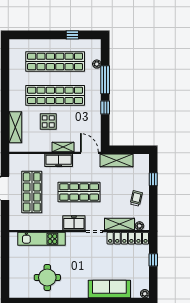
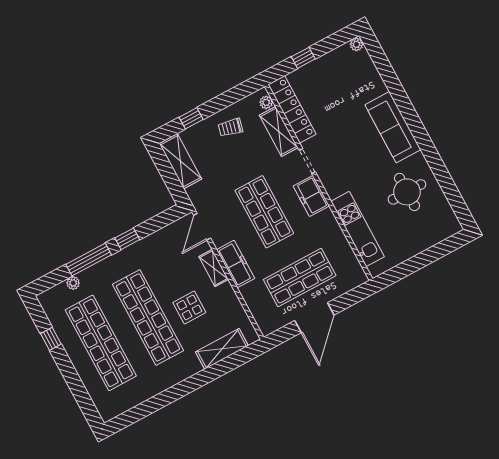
shelving: (116, 160) -> (180, 161), moved
sofa: (109, 289) -> (393, 127), moved

